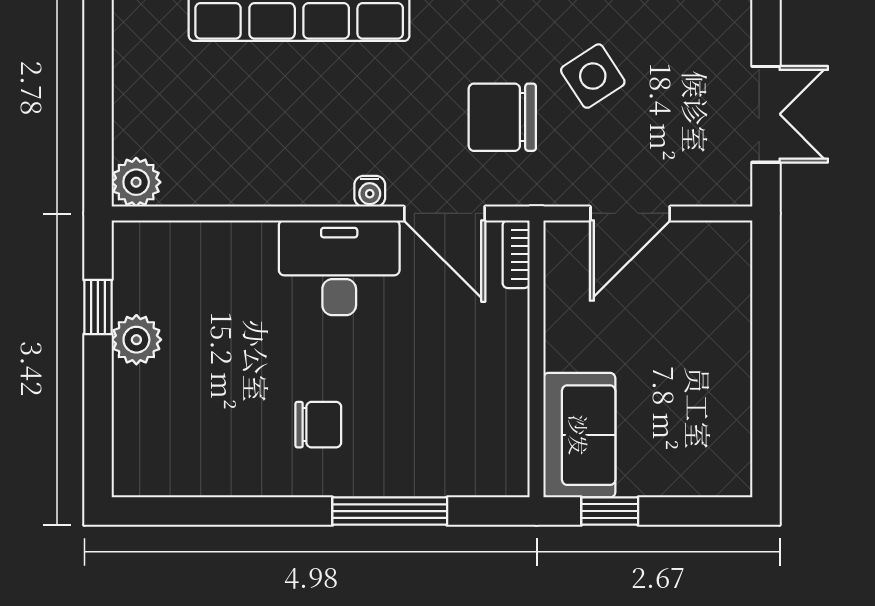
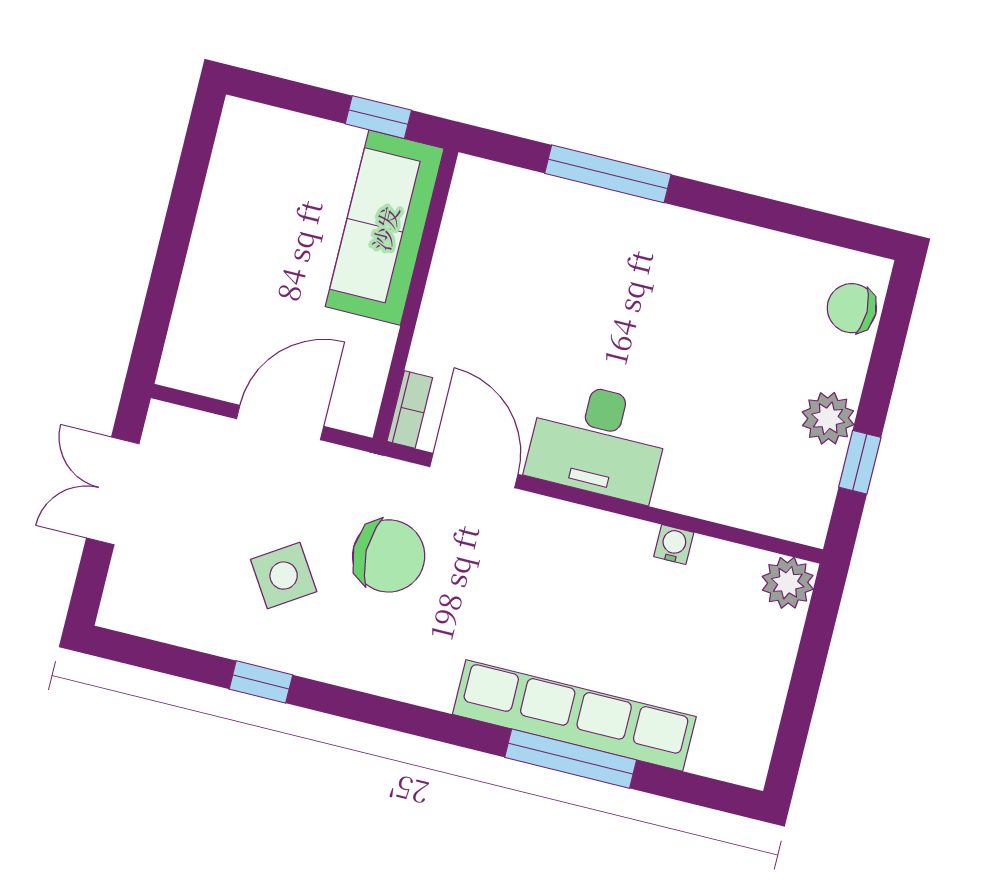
water cooler: (370, 191) -> (674, 545), moved
chair: (318, 425) -> (852, 308), moved
sofa: (579, 435) -> (385, 228), width x1.36

